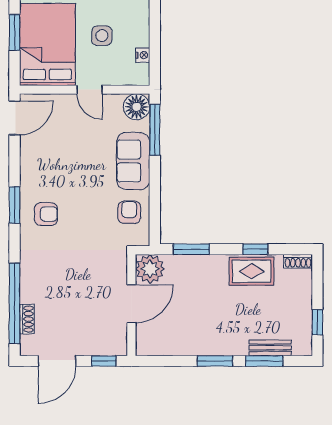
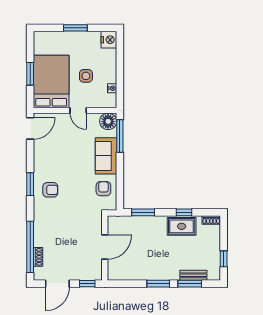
plant: (150, 269) -> (117, 225), removed

